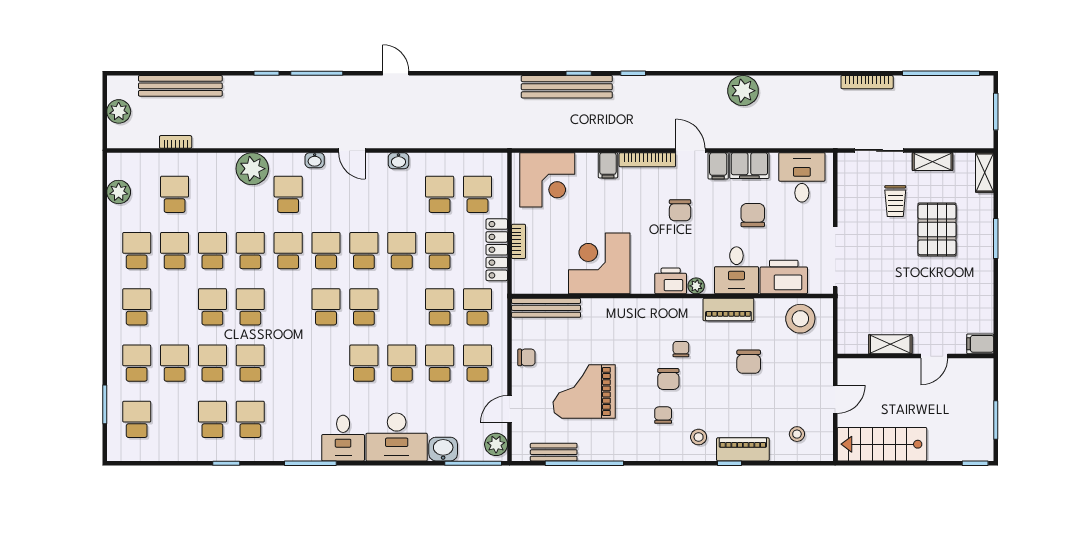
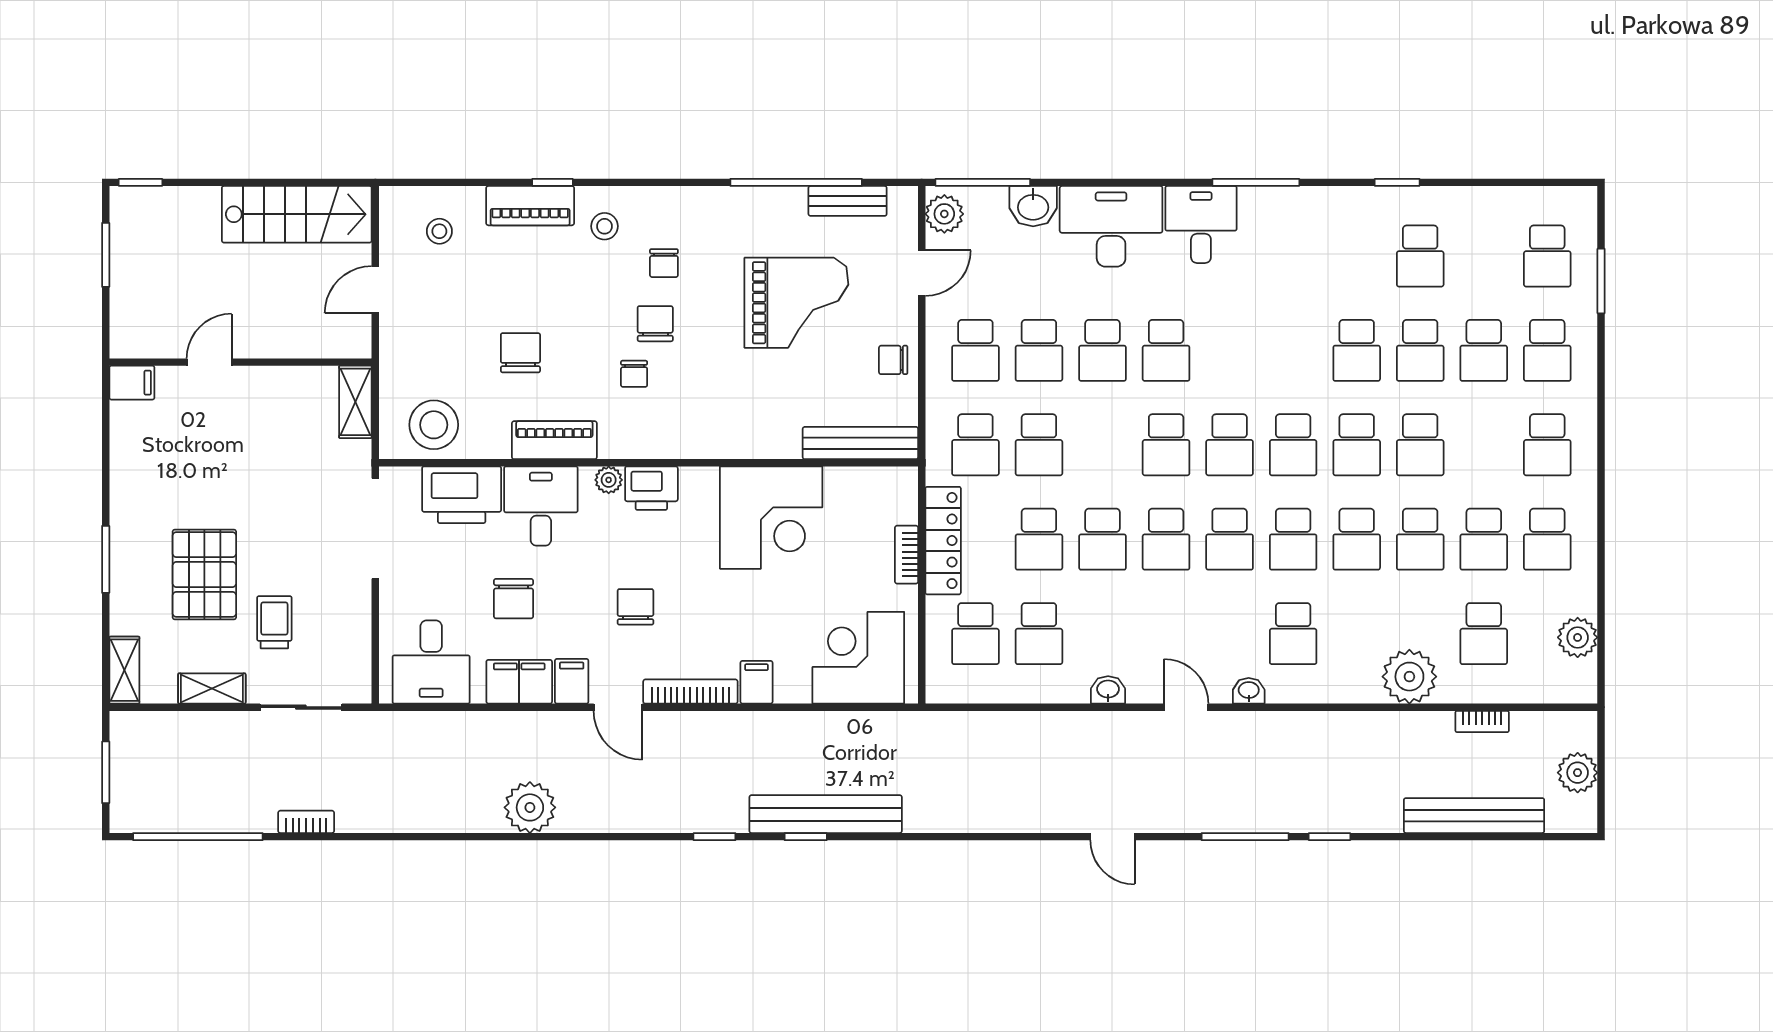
bookcase: (867, 82) -> (306, 822), width x0.64
plant: (252, 169) -> (1409, 677), moved
shelving: (890, 344) -> (355, 402), moved, turned 90
school desk: (250, 419) -> (1293, 445), moved

